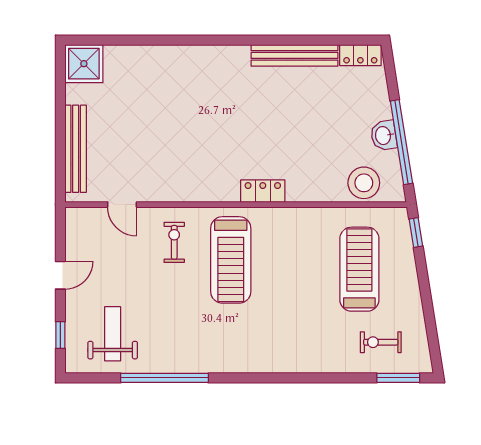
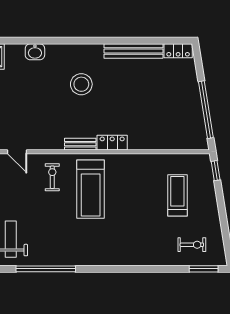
washbasin: (384, 135) -> (35, 52), moved, turned -81
stool: (364, 183) -> (81, 84), moved
bench: (216, 193) -> (80, 144), added
treadmill: (359, 269) -> (177, 195), width x0.73, depth x0.73
exercise bike: (381, 342) -> (192, 245), turned 180

